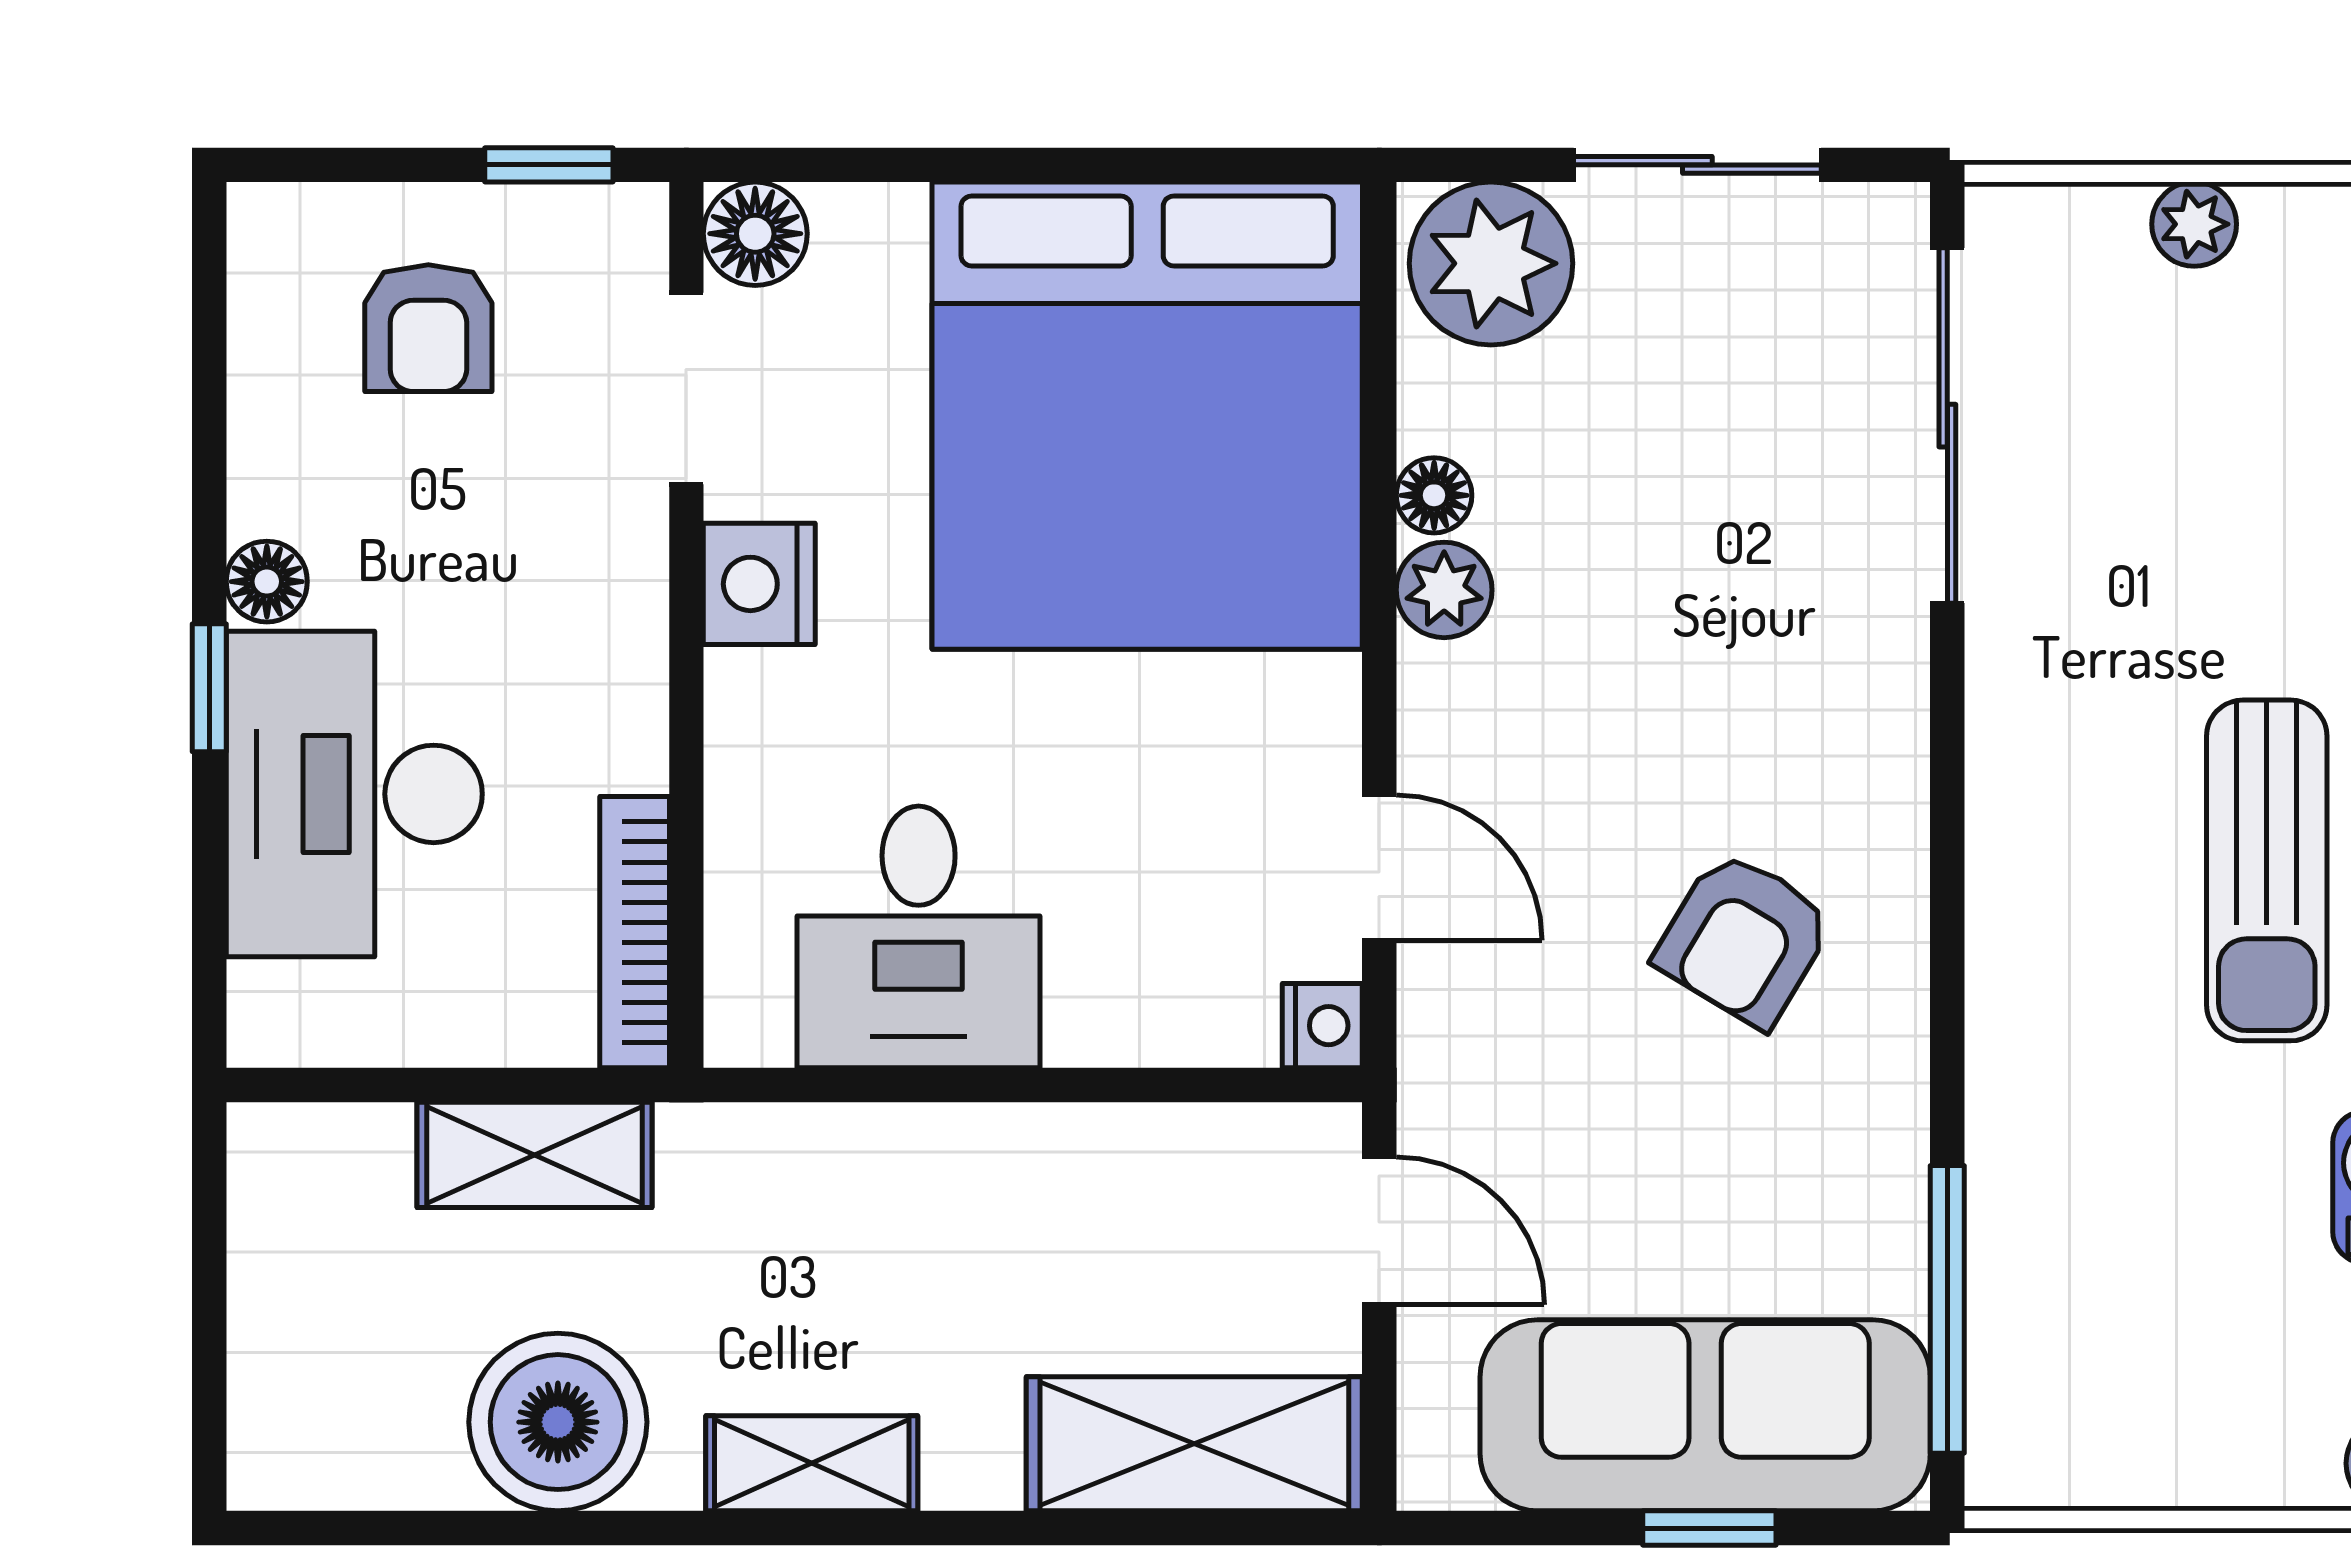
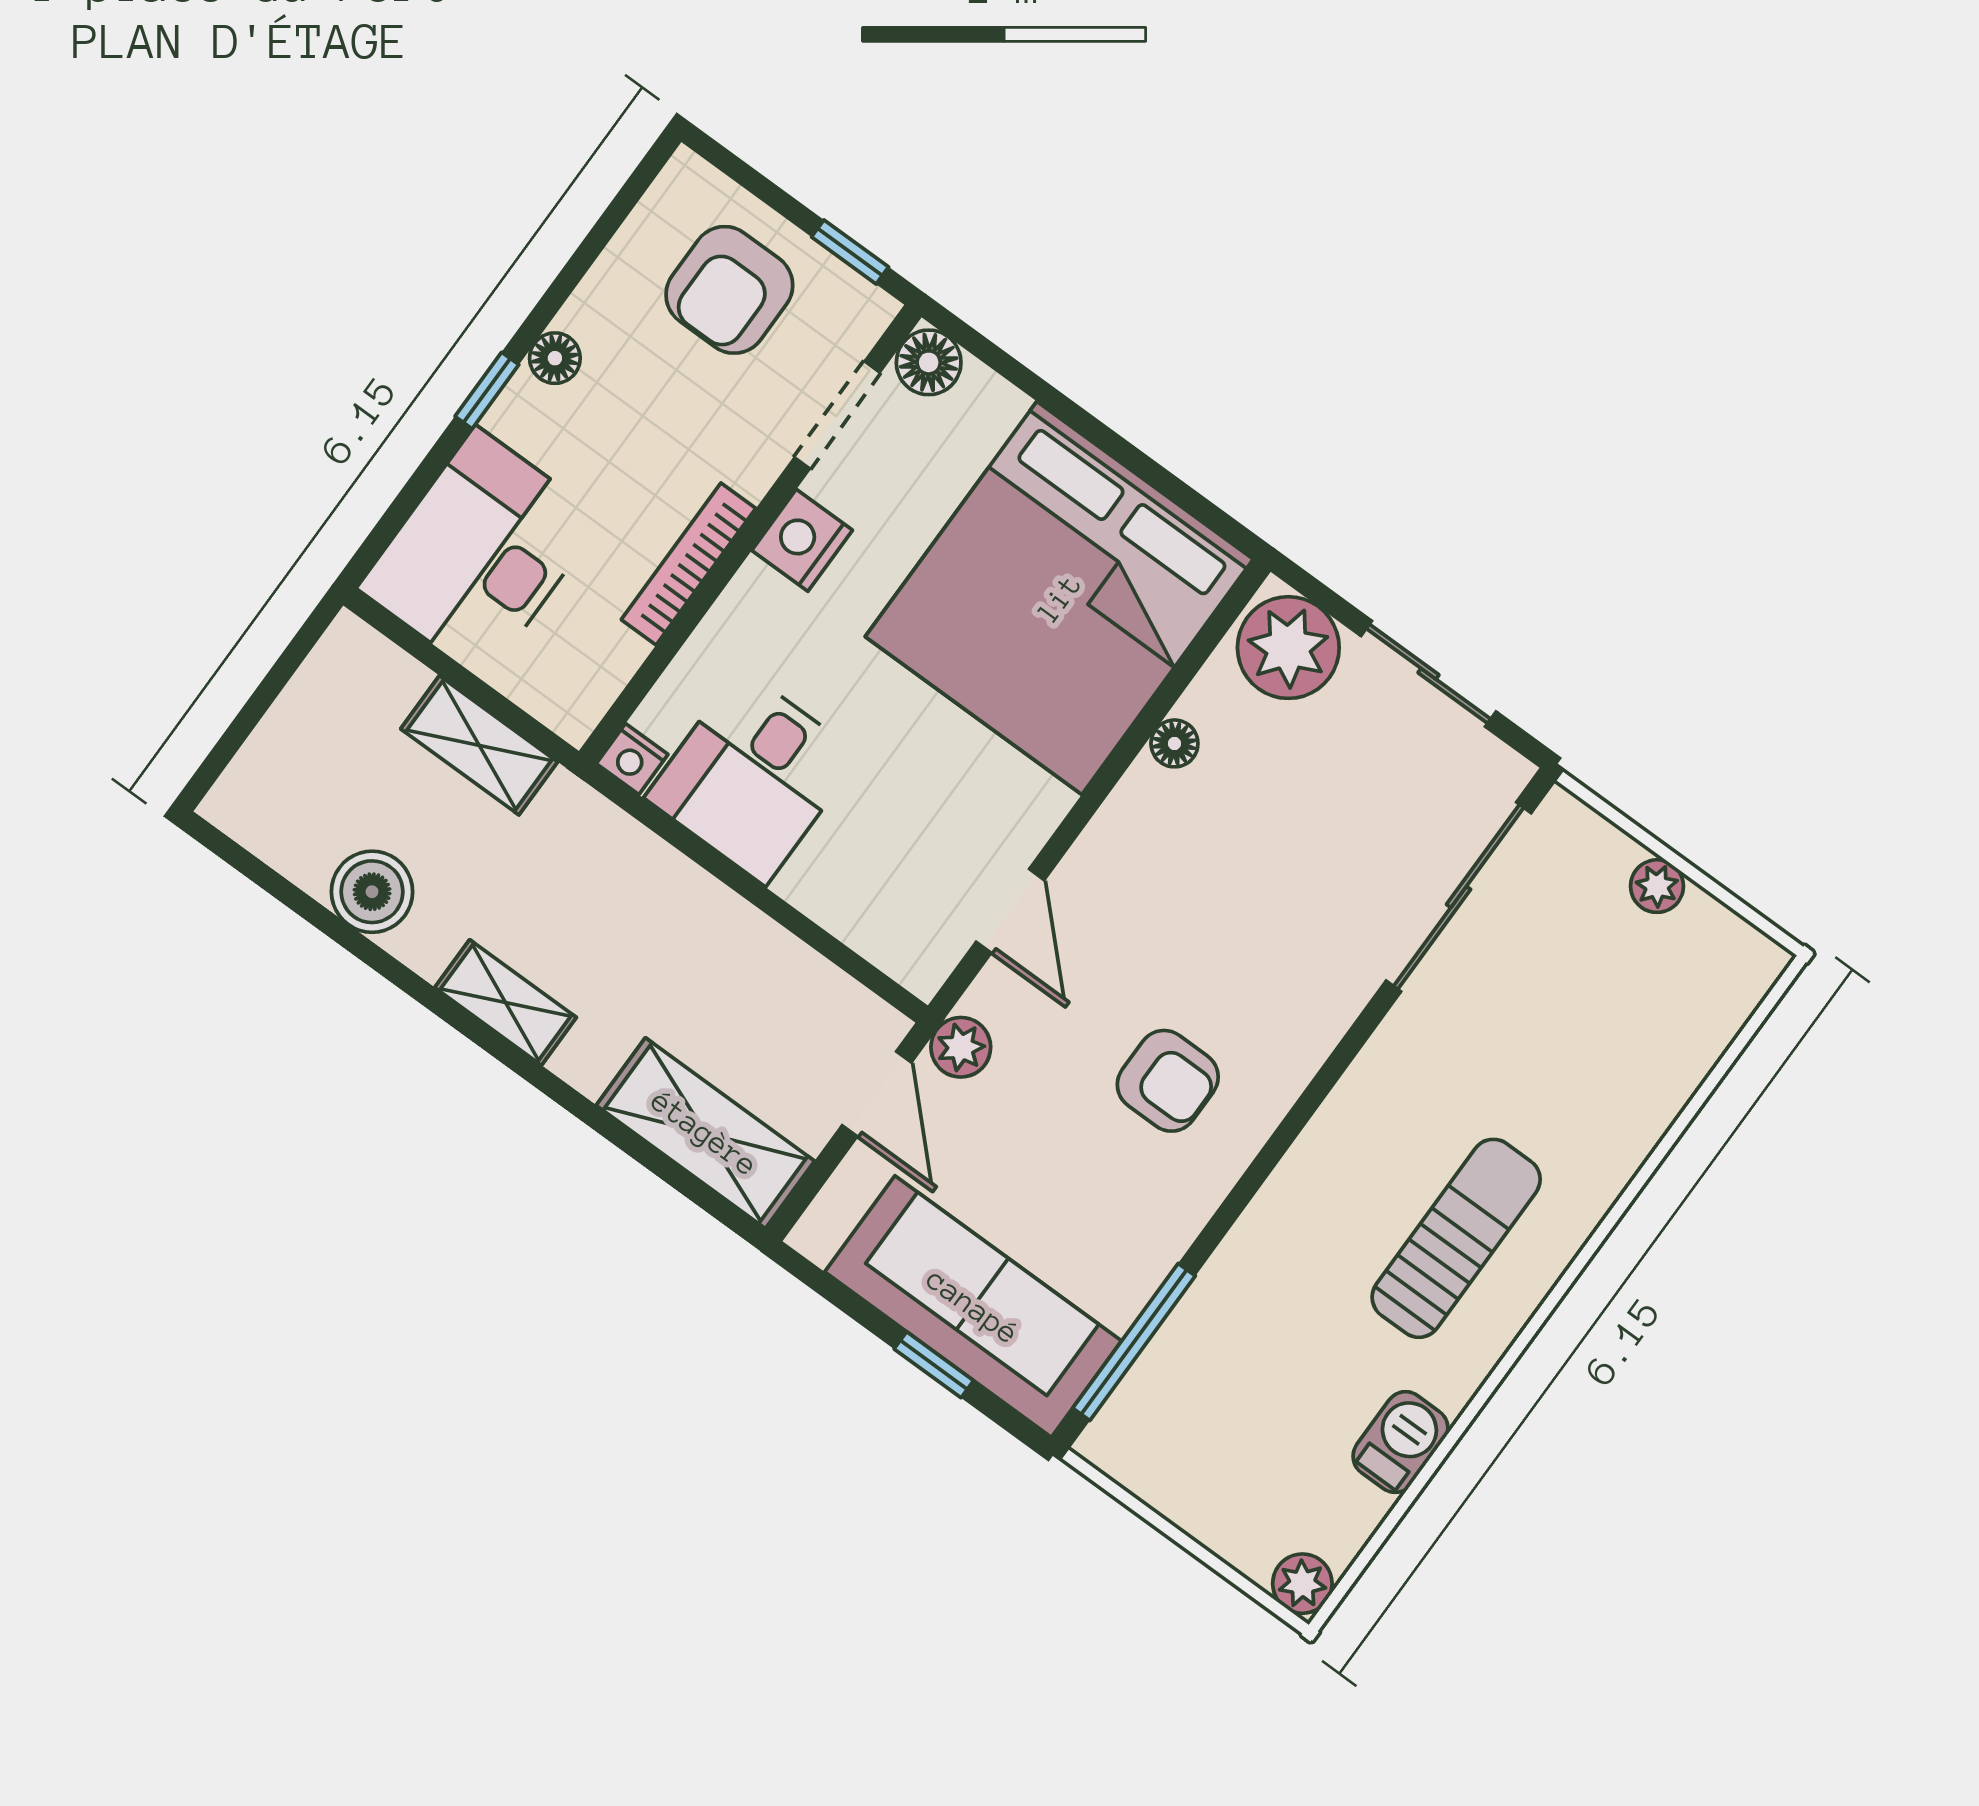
armchair: (428, 328) -> (729, 290), width x1.38, depth x1.38
plant: (1444, 590) -> (961, 1047), moved
desk: (354, 794) -> (480, 553), moved
sun lounger: (2267, 870) -> (1456, 1238), turned 180
bookcase: (635, 932) -> (689, 564), moved
armchair: (1744, 939) -> (1168, 1081), turned -121
nightstand: (1322, 1026) -> (632, 759), moved, turned 90
boiler: (558, 1422) -> (372, 892), width x0.73, depth x0.73

